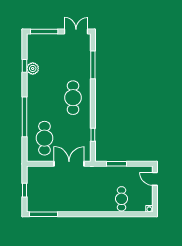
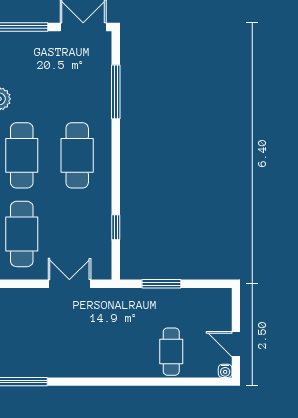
cafe table: (44, 98) -> (22, 155), added
double door: (69, 164) -> (69, 284), width x0.73
door: (155, 179) -> (236, 344), moved

